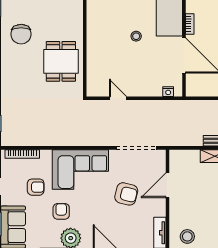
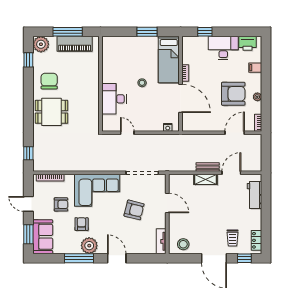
chair: (21, 34) -> (49, 81), turned 180
desk: (101, 56) -> (114, 99), added
dining table: (61, 61) -> (52, 112), moved, turned 90
door: (167, 185) -> (167, 203), swing flipped

